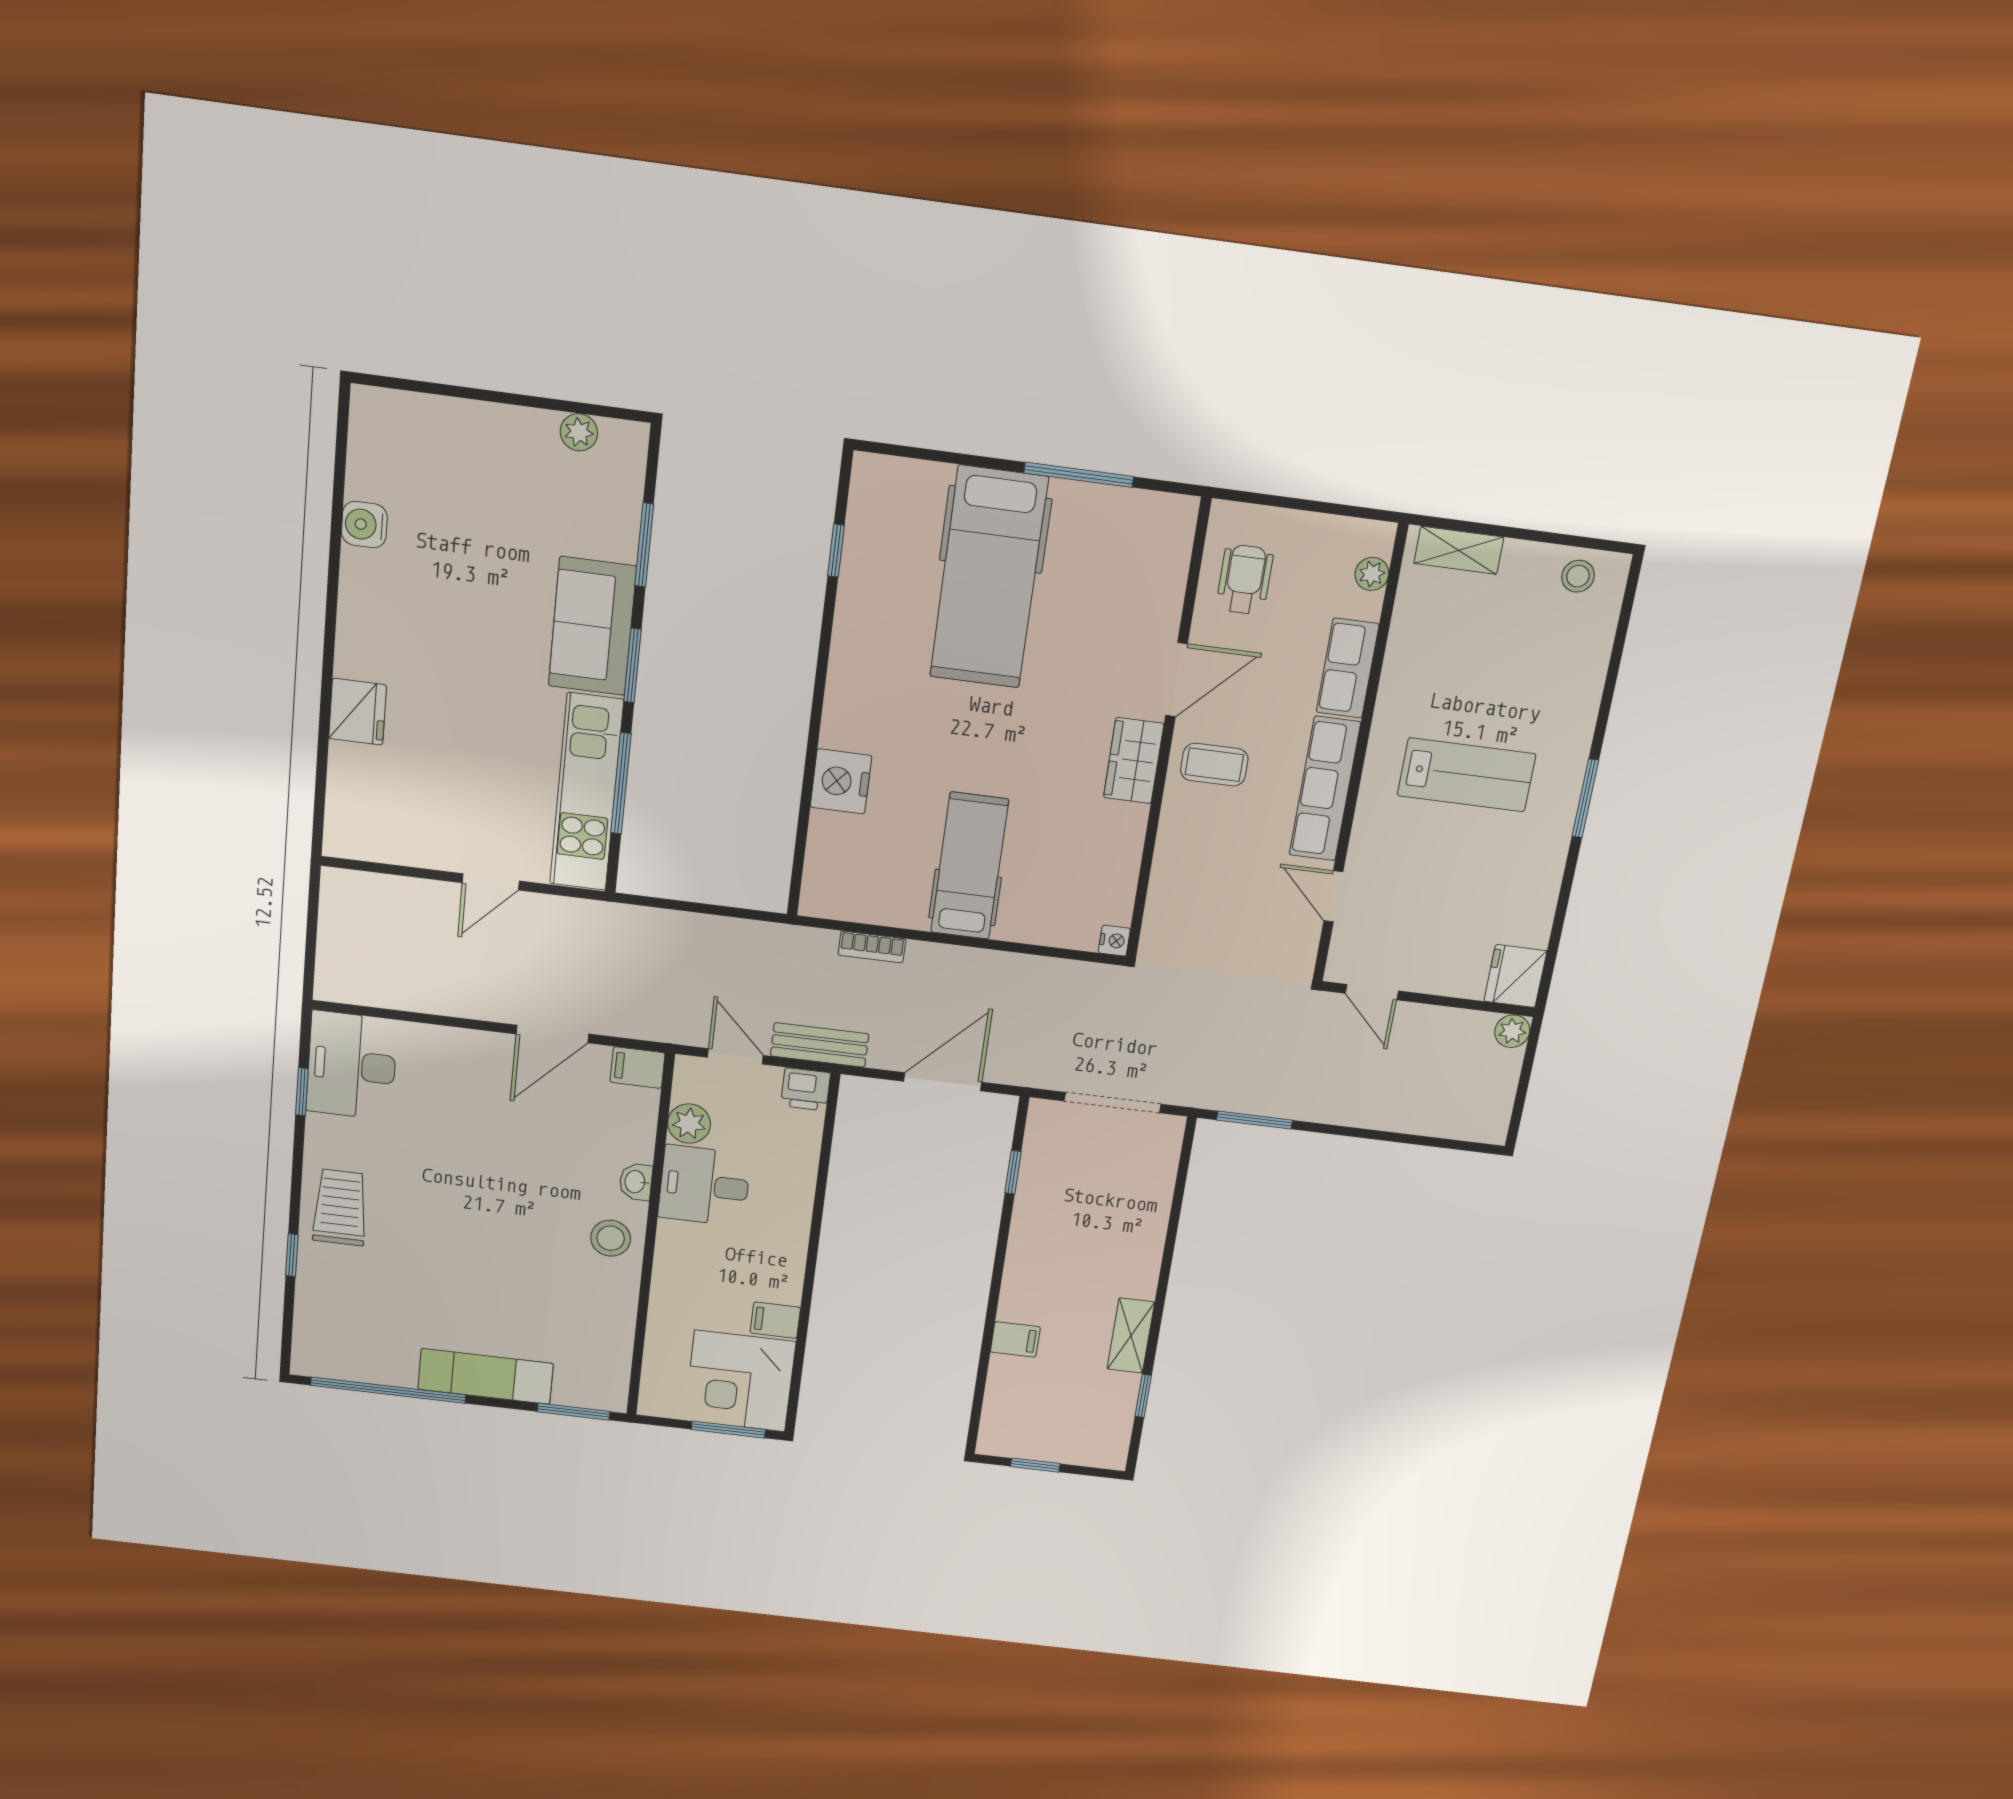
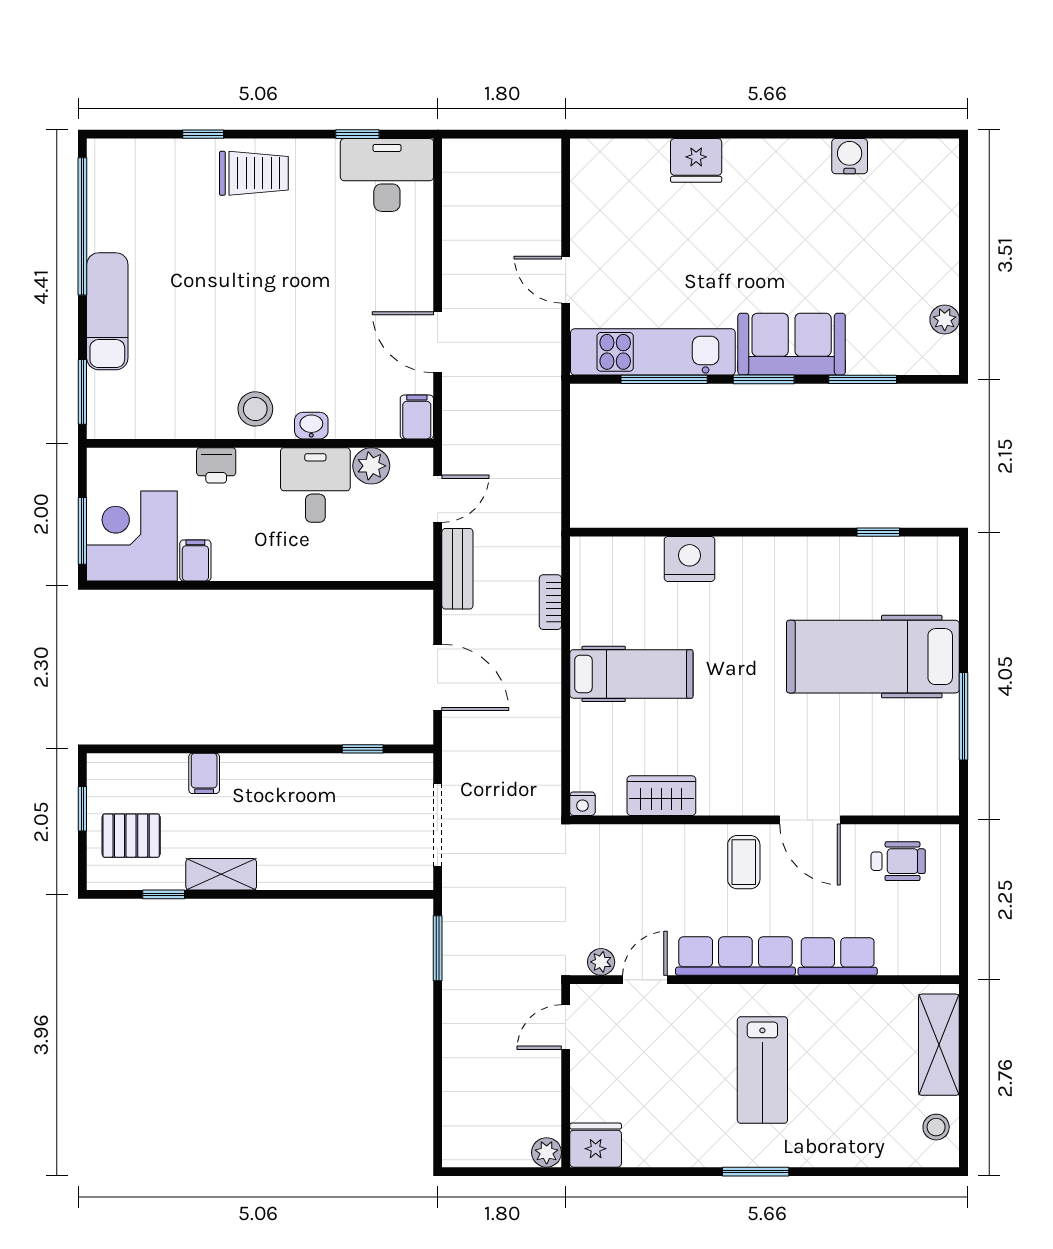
shelving: (1459, 550) -> (939, 1045), width x1.50, depth x1.33
plant: (1372, 574) -> (601, 962), moved
wardrobe: (1134, 761) -> (661, 796), moved
printer: (805, 1089) -> (216, 465), moved, turned -90
pallet: (1073, 1421) -> (131, 836), added

